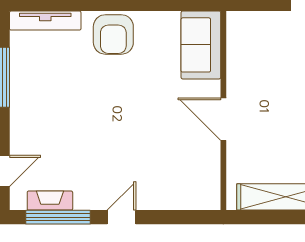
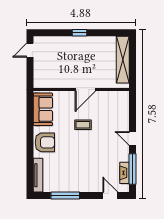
sofa: (201, 45) -> (43, 109), moved, turned -90
coffee table: (150, 114) -> (83, 125), added

